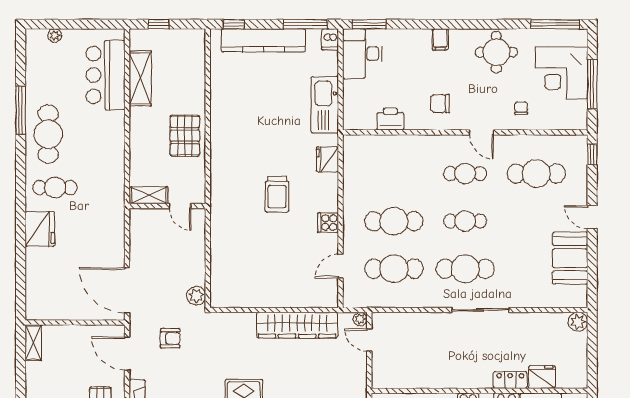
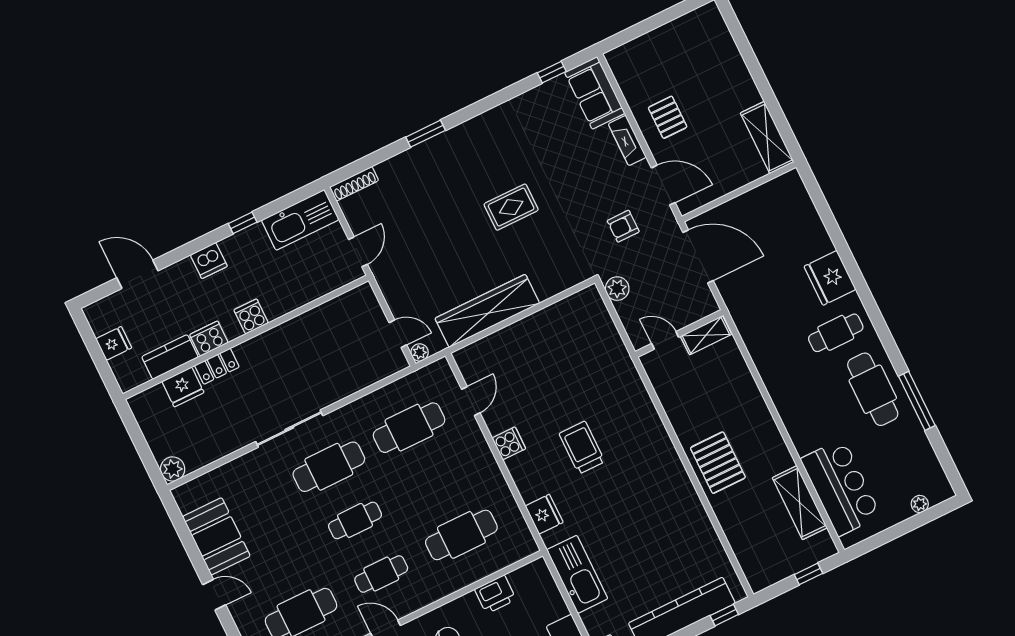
shelving: (149, 195) -> (706, 335), moved
wall: (167, 206) -> (679, 333), moved
door: (180, 206) -> (665, 340), moved
cafe table: (394, 221) -> (461, 535), moved
shelving: (33, 343) -> (767, 137), width x1.50, depth x1.33

